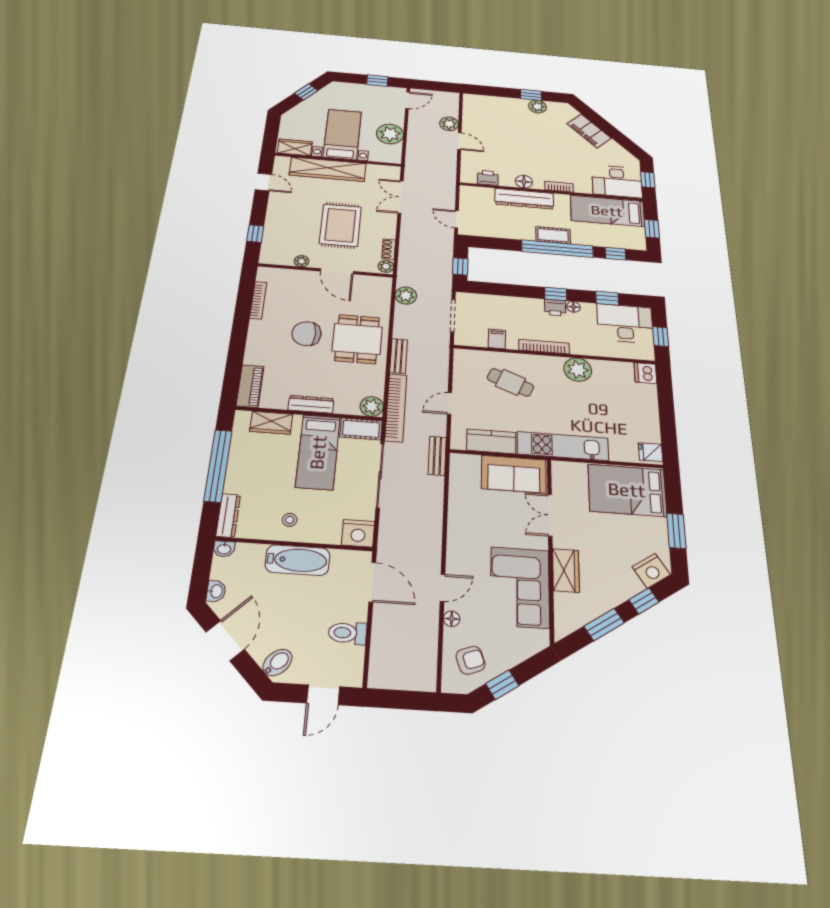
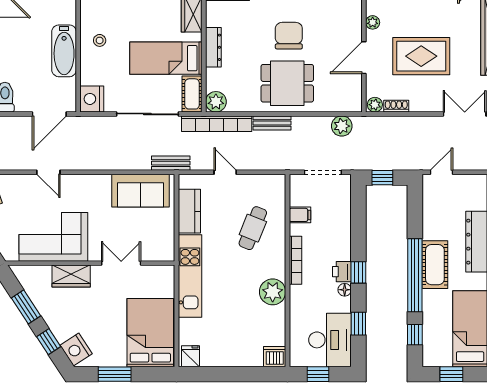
cot: (553, 235) -> (435, 265), width x1.37, depth x1.34
sofa: (514, 474) -> (141, 191), moved, turned -90
floor lamp: (452, 619) -> (22, 181), removed

